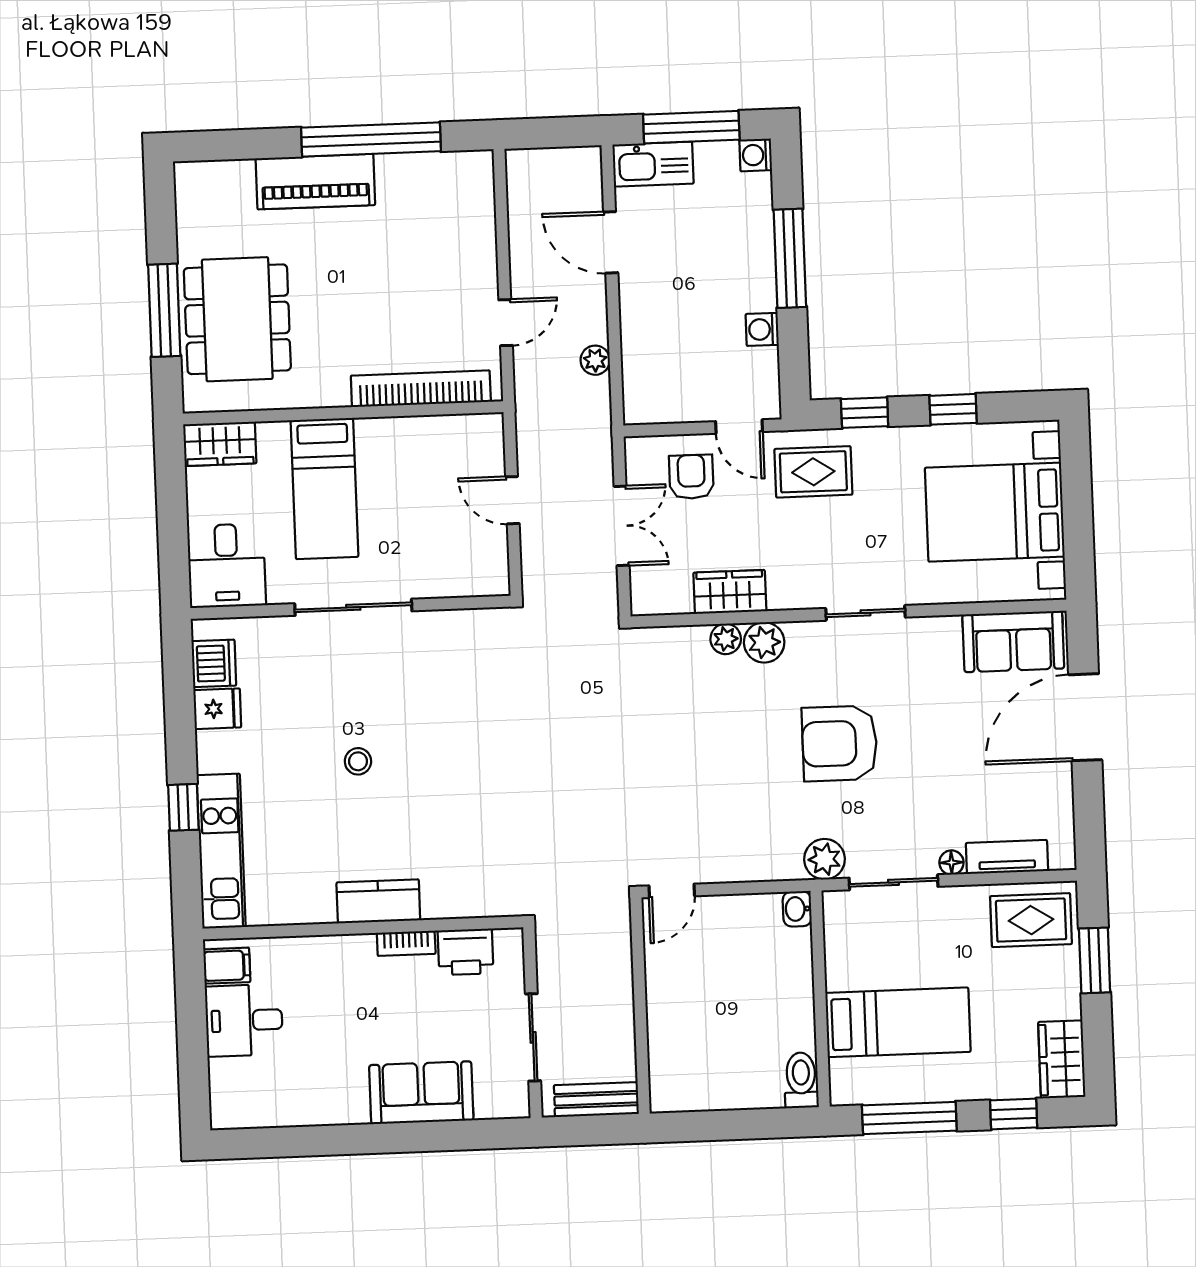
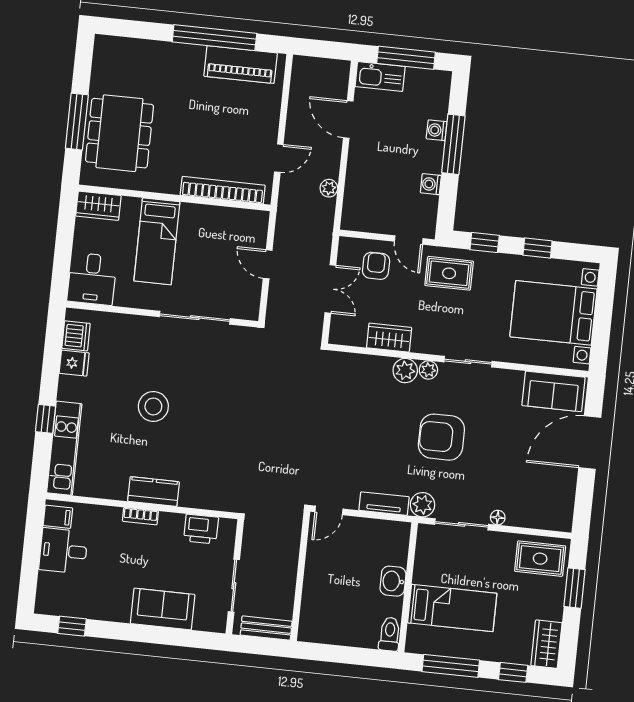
washing machine: (756, 155) -> (437, 130), moved
piano: (315, 182) -> (241, 65), moved
sliding door: (353, 607) -> (195, 318), moved
plant: (726, 639) -> (428, 370), moved
stool: (358, 761) -> (153, 406), width x1.89, depth x1.89
tv unit: (1007, 857) -> (384, 504), moved
washbasin: (797, 909) -> (393, 581), moved, width x1.38, depth x1.45
bookcase: (406, 943) -> (140, 516), moved
window: (276, 1142) -> (72, 626), added

